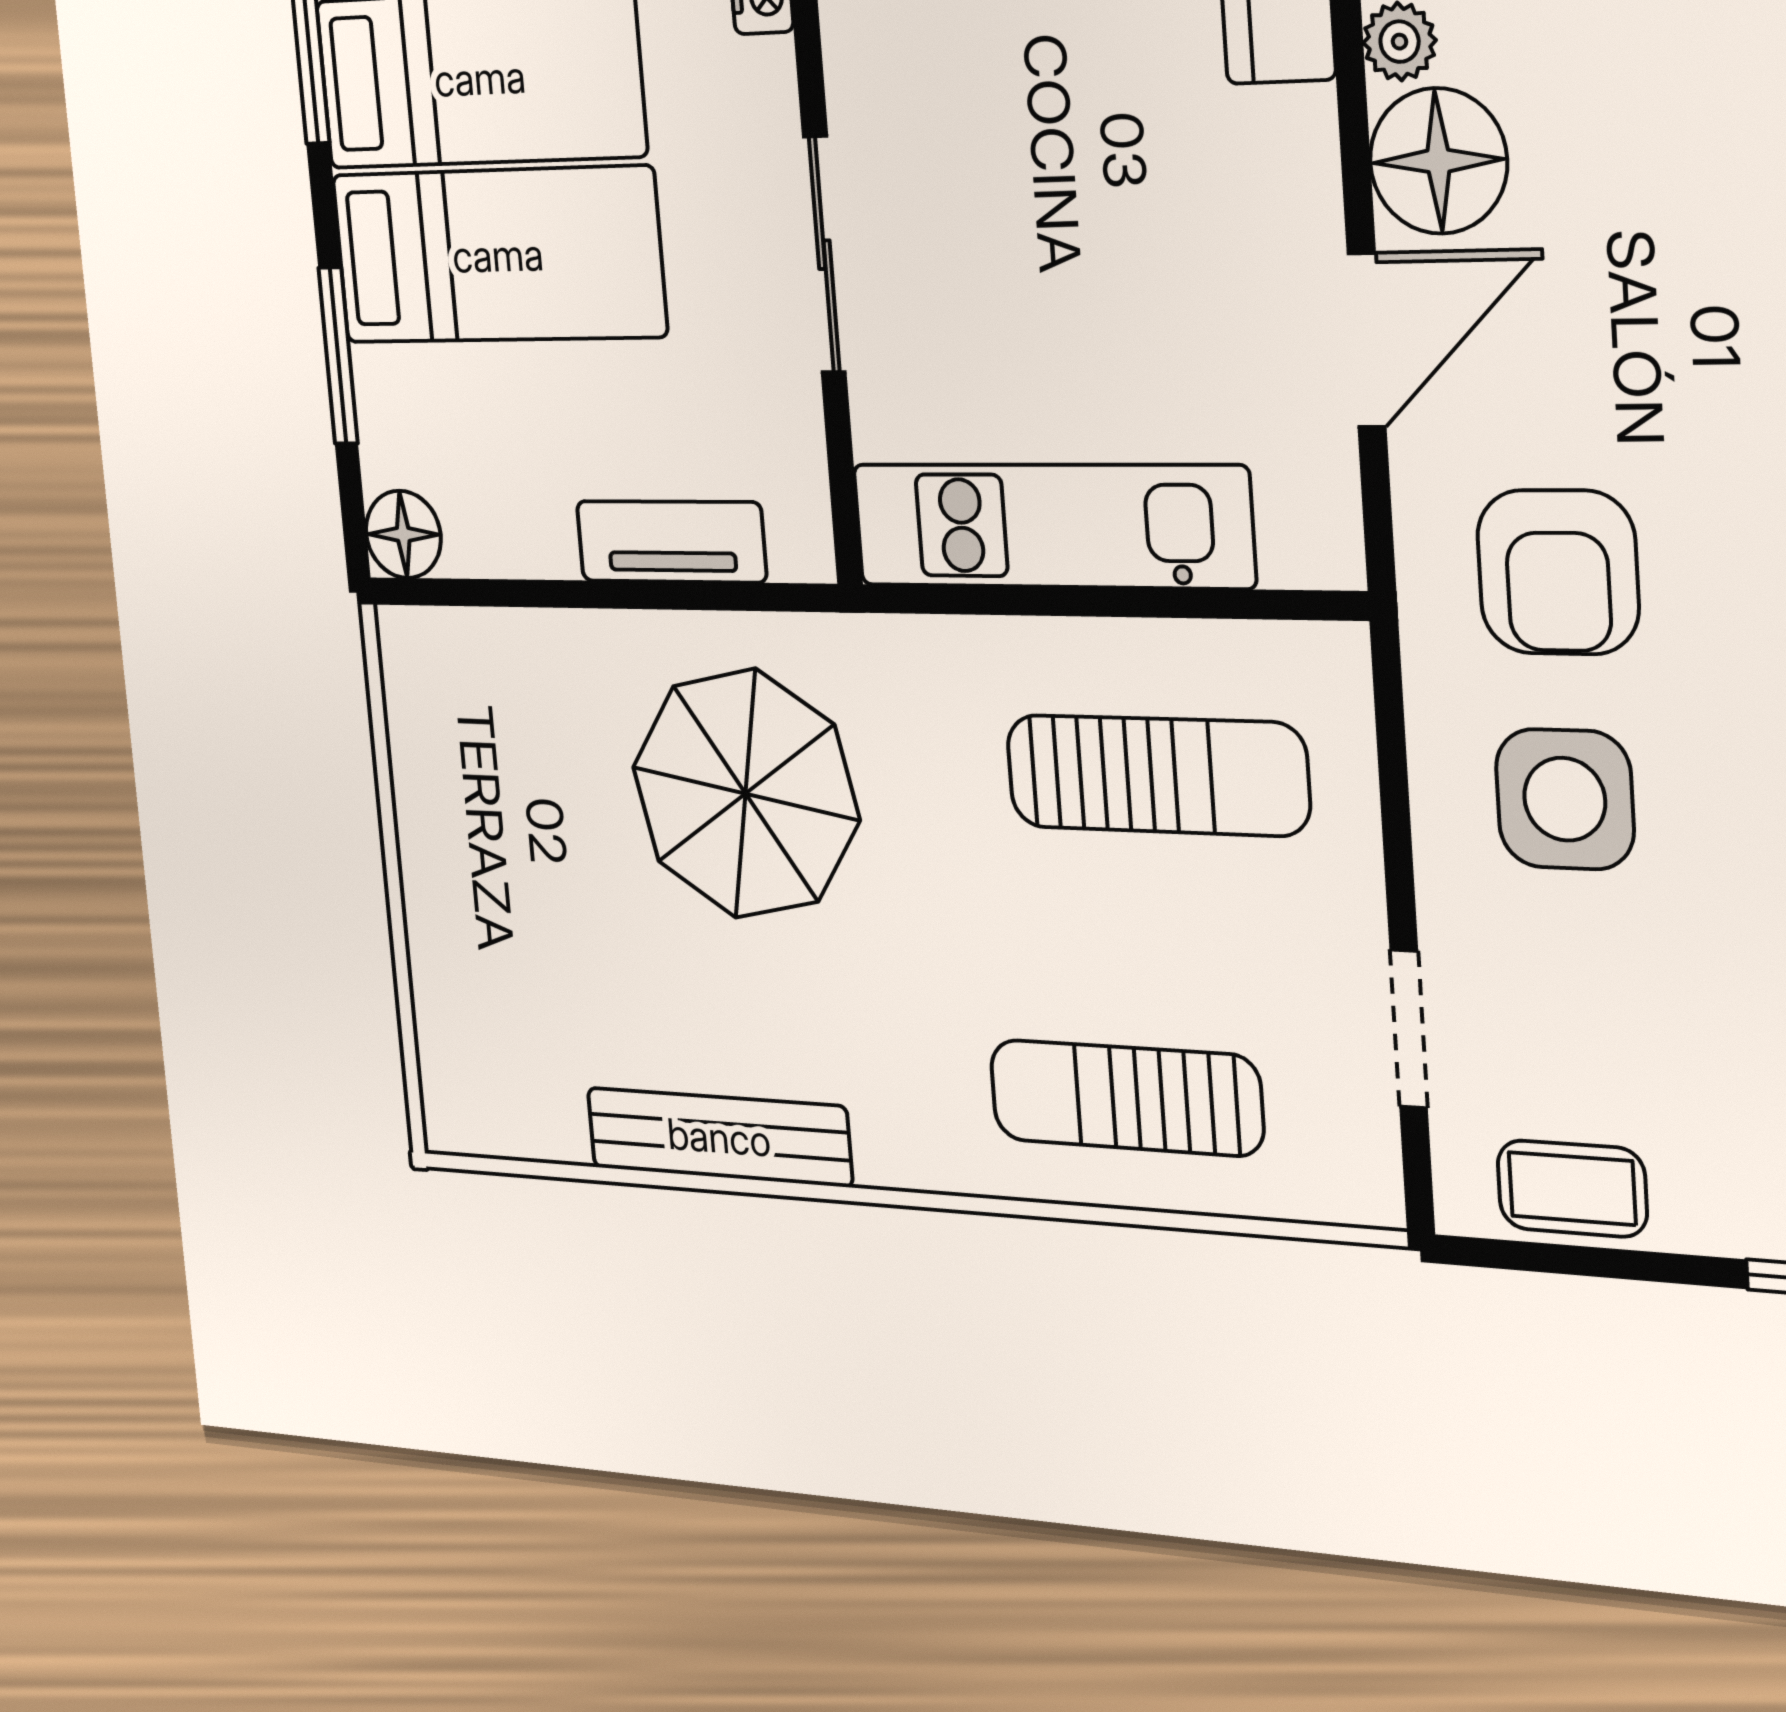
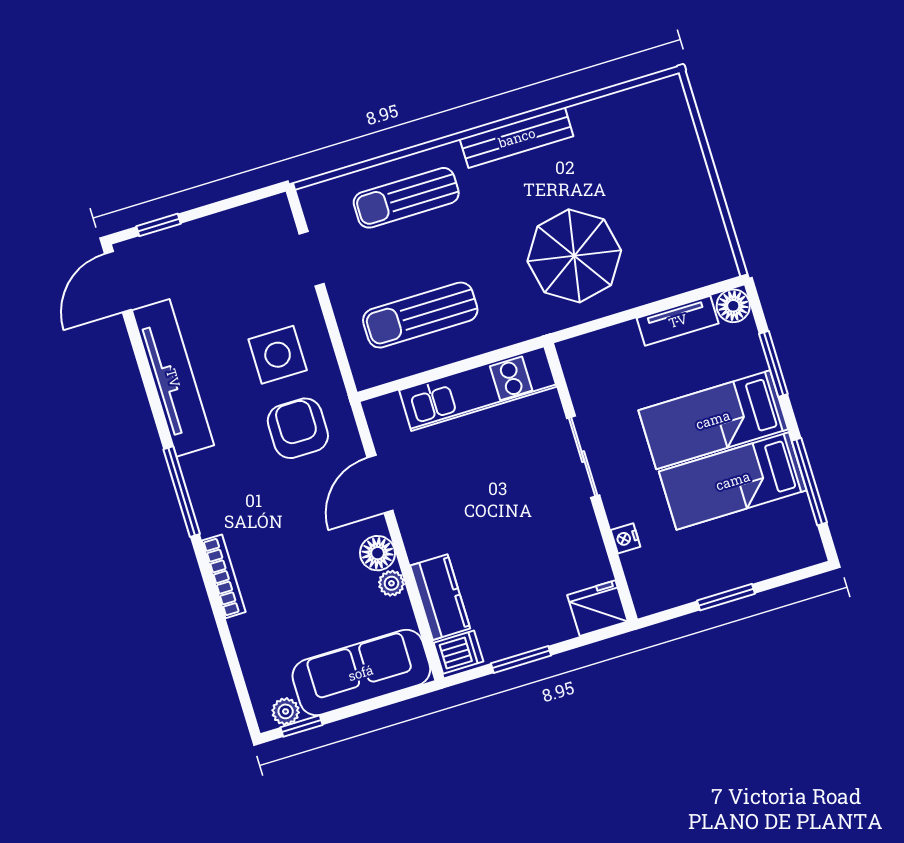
floor lamp: (1438, 161) -> (378, 553), width x0.73, depth x0.73
tv unit: (671, 542) -> (678, 321), moved
sun lounger: (1126, 1098) -> (406, 198), turned 180
bench: (719, 1137) -> (517, 138), moved
coffee table: (1572, 1189) -> (243, 225), removed

